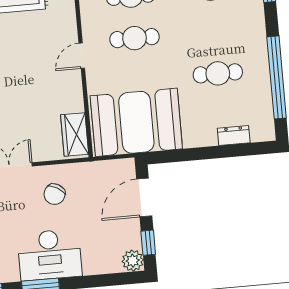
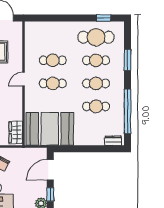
cafe table: (214, 31) -> (96, 83), added
door: (82, 56) -> (23, 79), moved
dresser: (234, 135) -> (113, 141), moved

